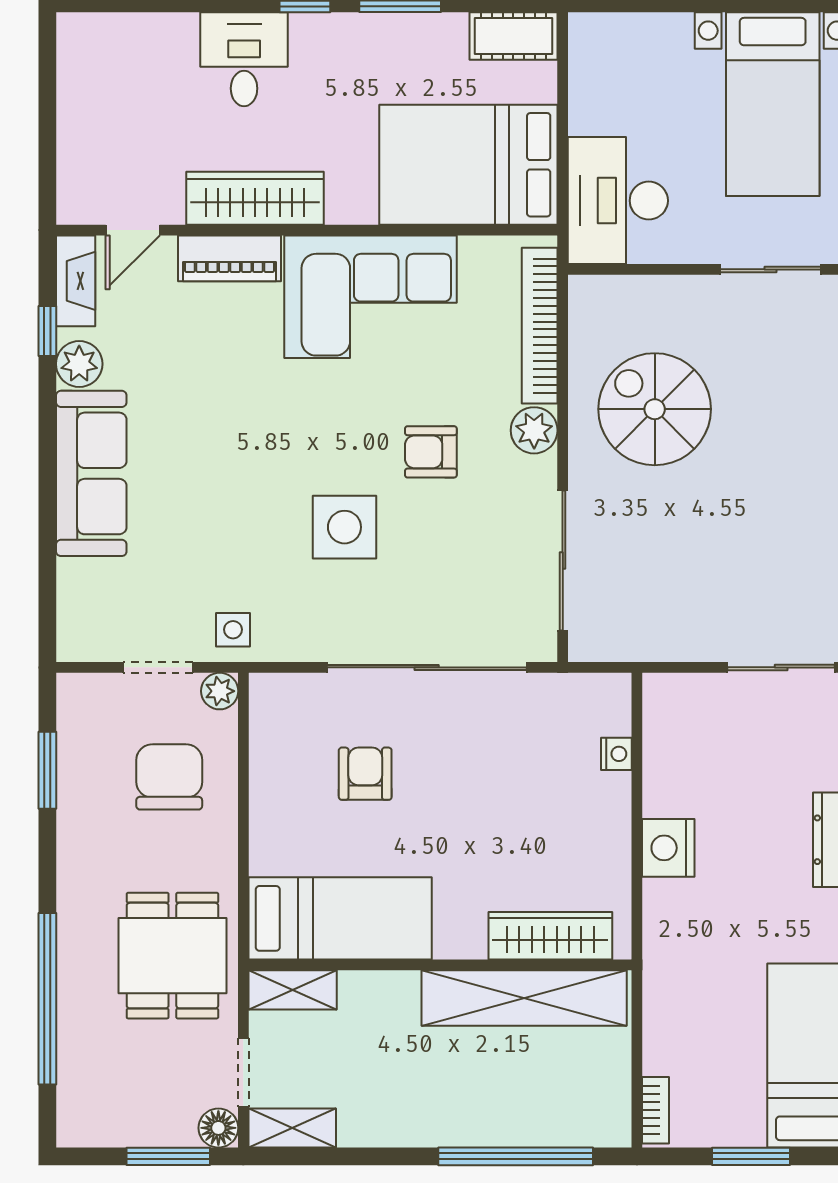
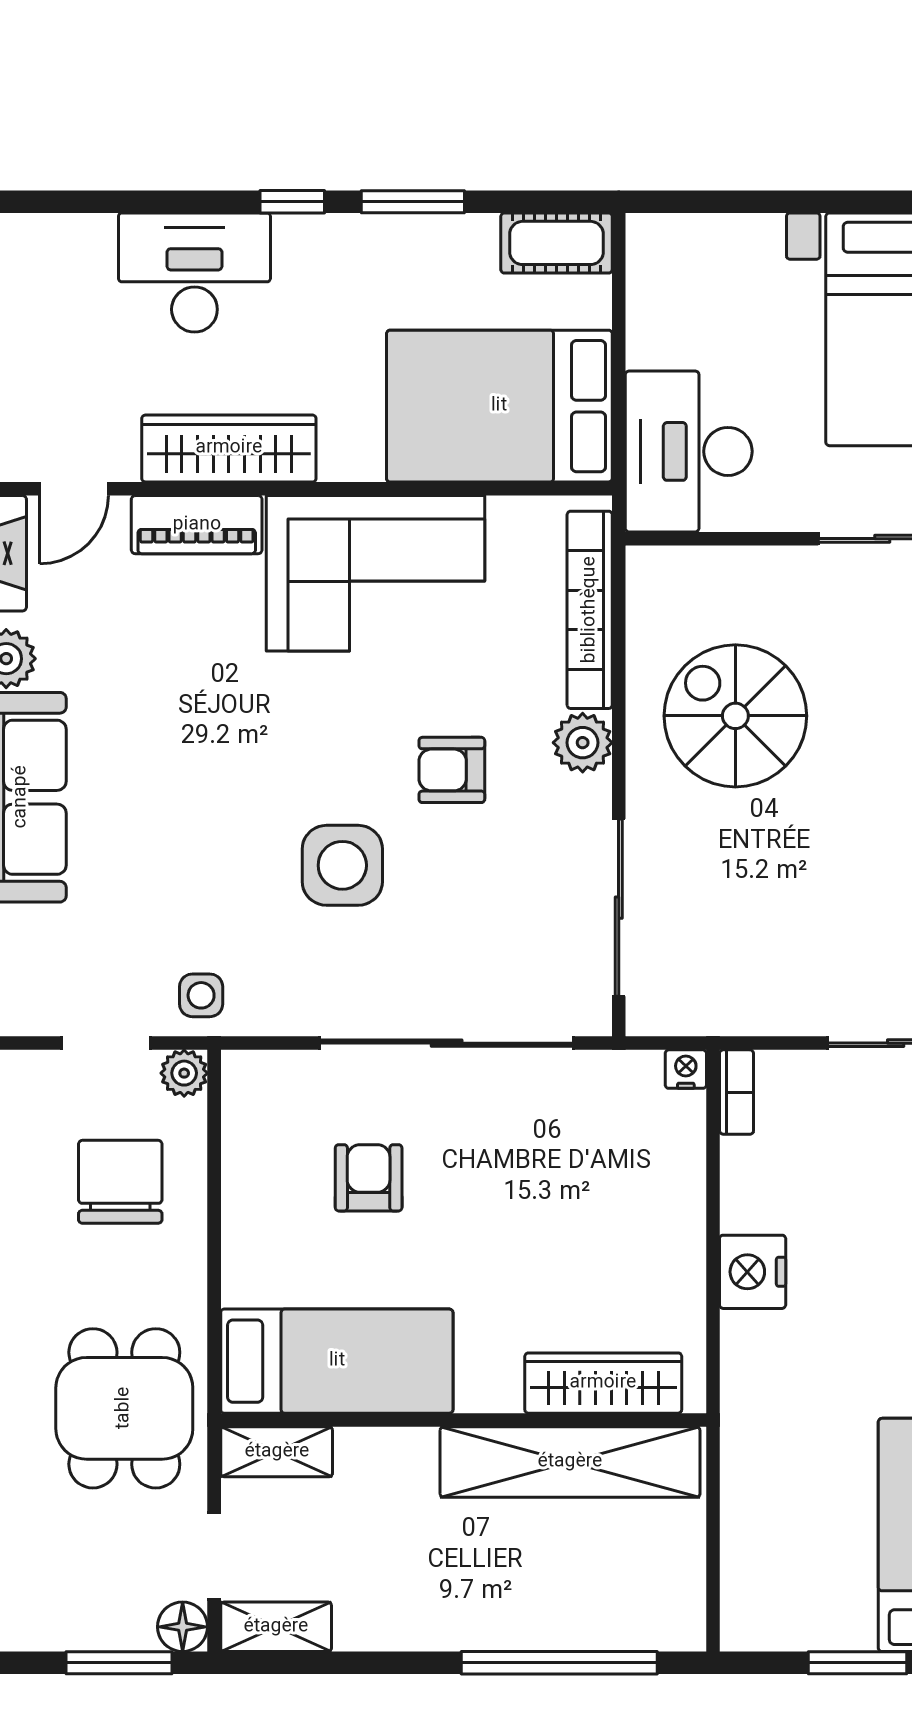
desk: (244, 59) -> (194, 272), width x1.37
nightstand: (616, 754) -> (686, 1069), moved, turned -90
bookcase: (656, 1110) -> (737, 1092), moved

